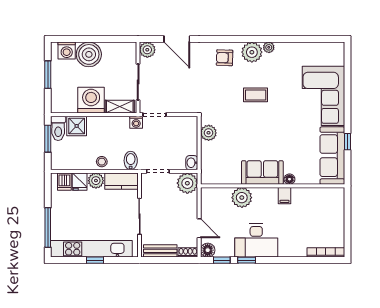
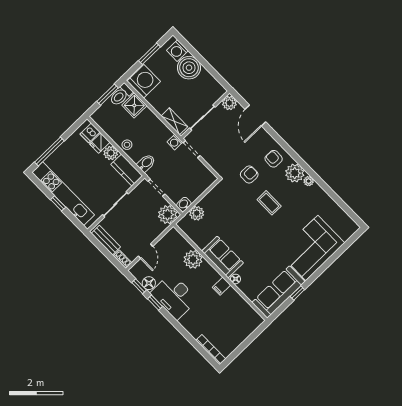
armchair: (218, 89) -> (249, 174), added
washing machine: (91, 100) -> (144, 81), moved
plant: (209, 133) -> (197, 213), moved
floor lamp: (208, 250) -> (149, 283), moved

